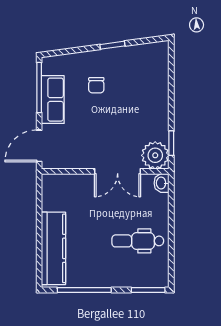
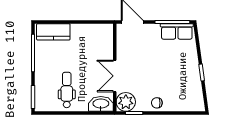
chair: (96, 85) -> (157, 103), moved
row of seats: (53, 100) -> (177, 31), moved
washbasin: (161, 183) -> (101, 104), width x1.91, depth x1.45
kitchen counter: (53, 248) -> (53, 32), width x0.67

